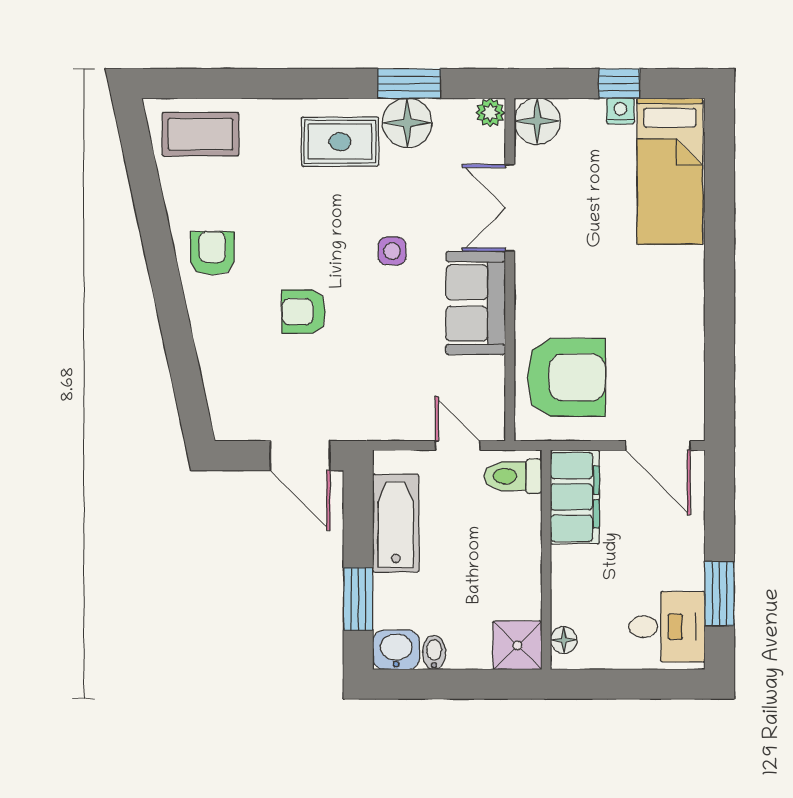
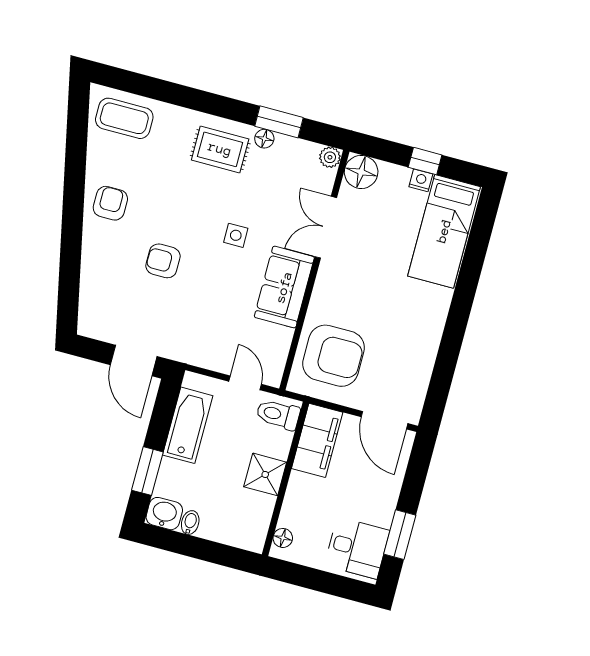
floor lamp: (407, 123) -> (264, 139), width x0.53, depth x0.53
shower: (517, 645) -> (265, 474), moved

